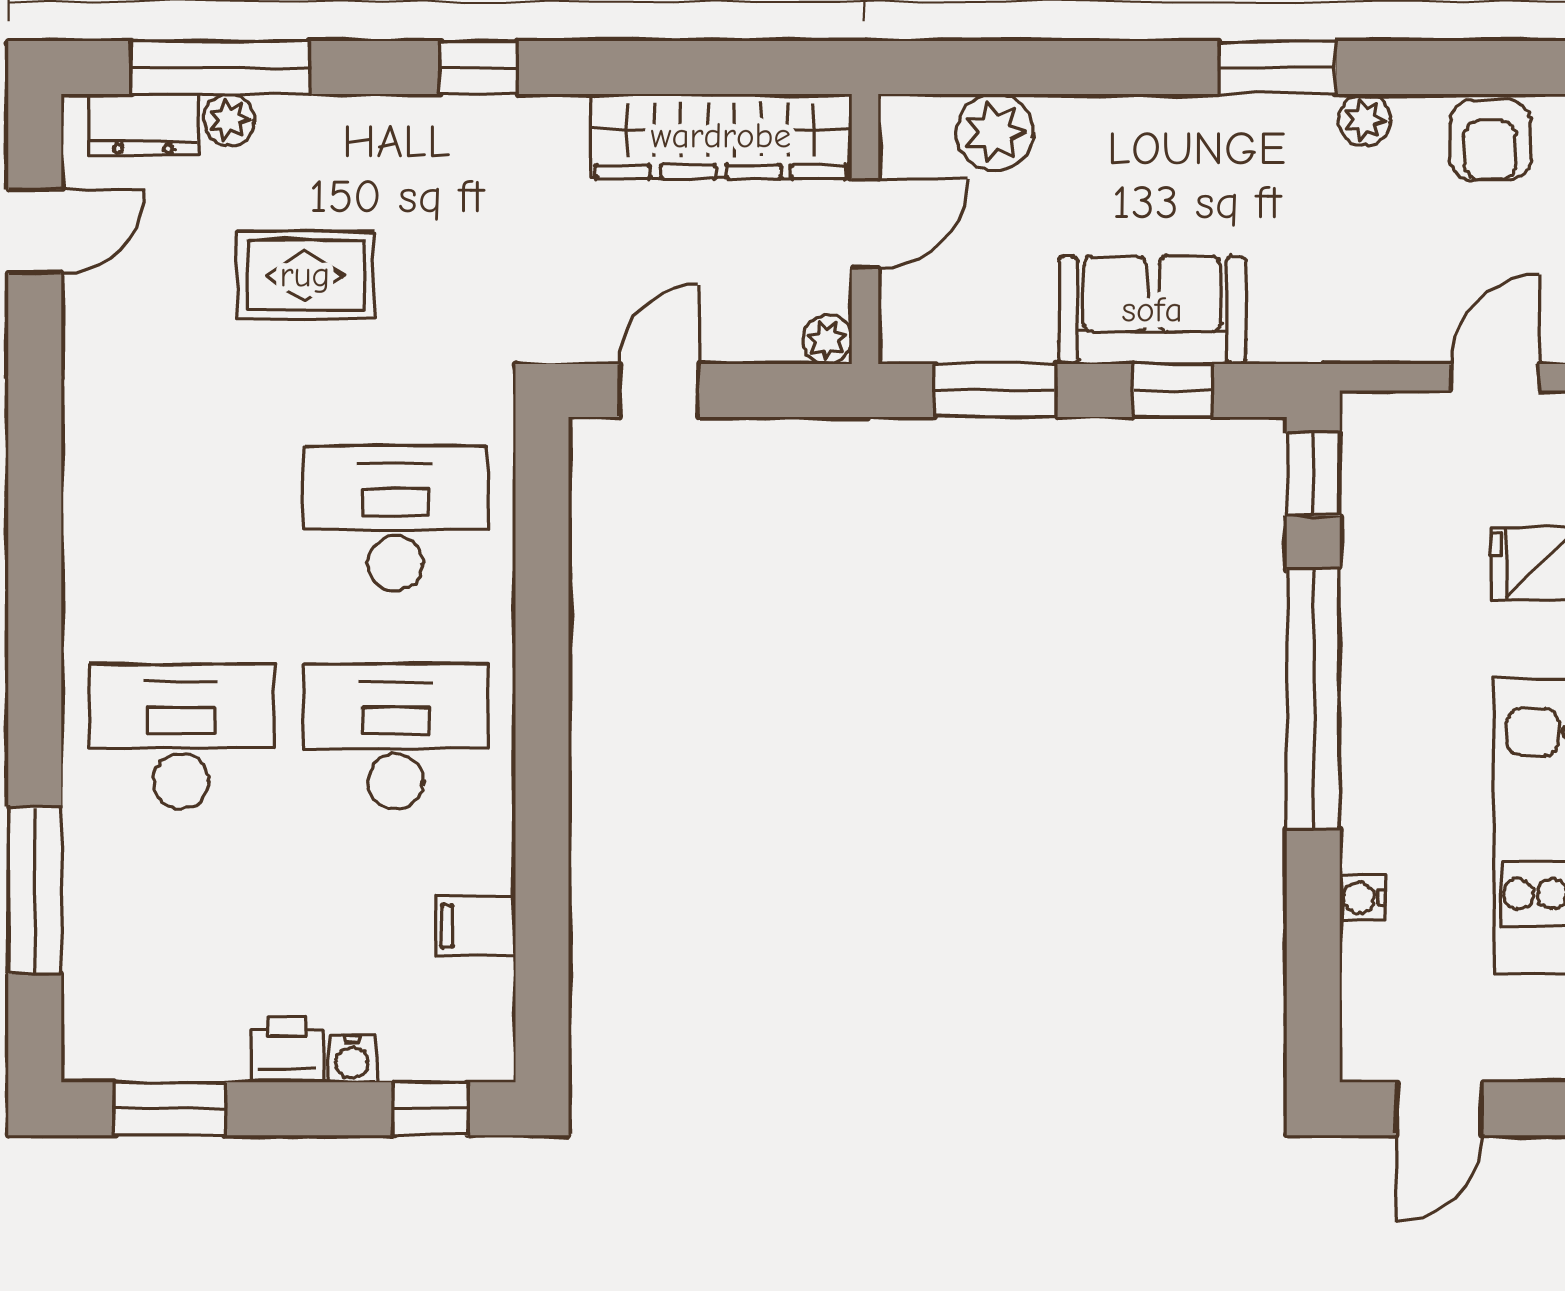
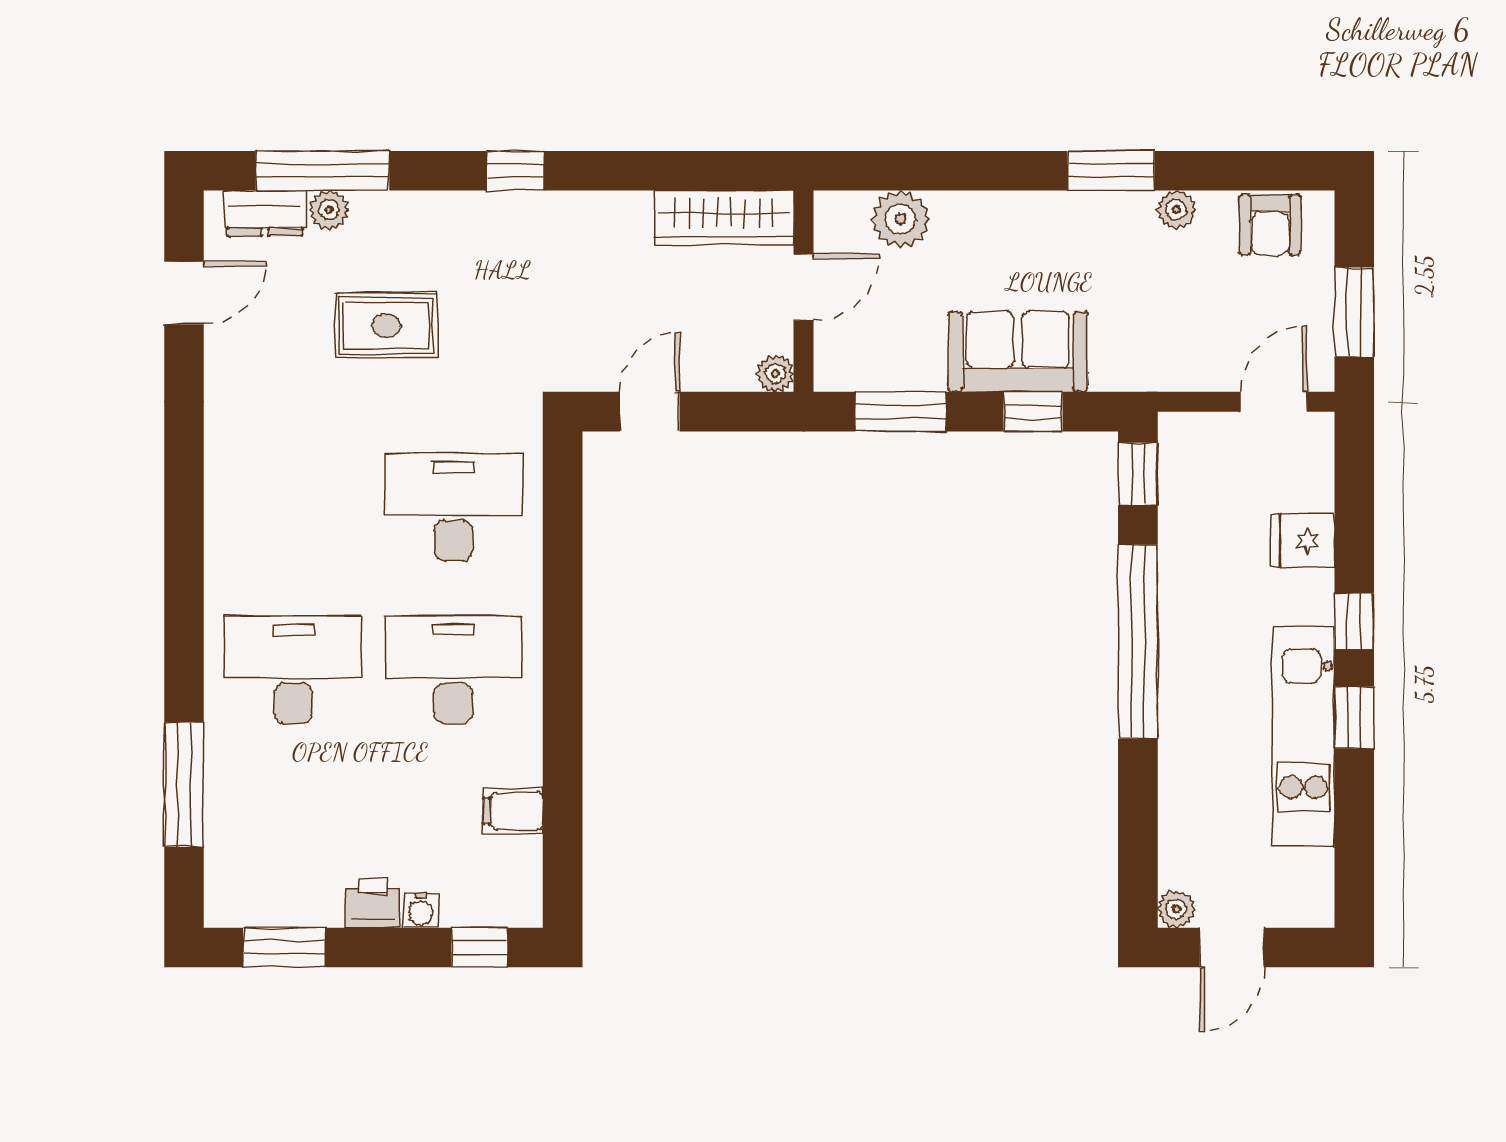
wardrobe: (721, 136) -> (724, 217), width x0.71, depth x0.85
water cooler: (1362, 898) -> (1175, 790), removed
plant: (1365, 1057) -> (1176, 909), added

